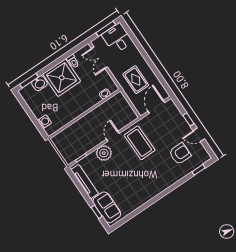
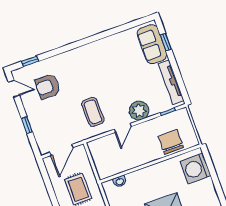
washing machine: (44, 122) -> (195, 168), width x1.89, depth x1.89
chair: (73, 135) -> (171, 142), added
door: (199, 135) -> (14, 89), moved
coffee table: (140, 143) -> (93, 112), width x0.73, depth x0.76

